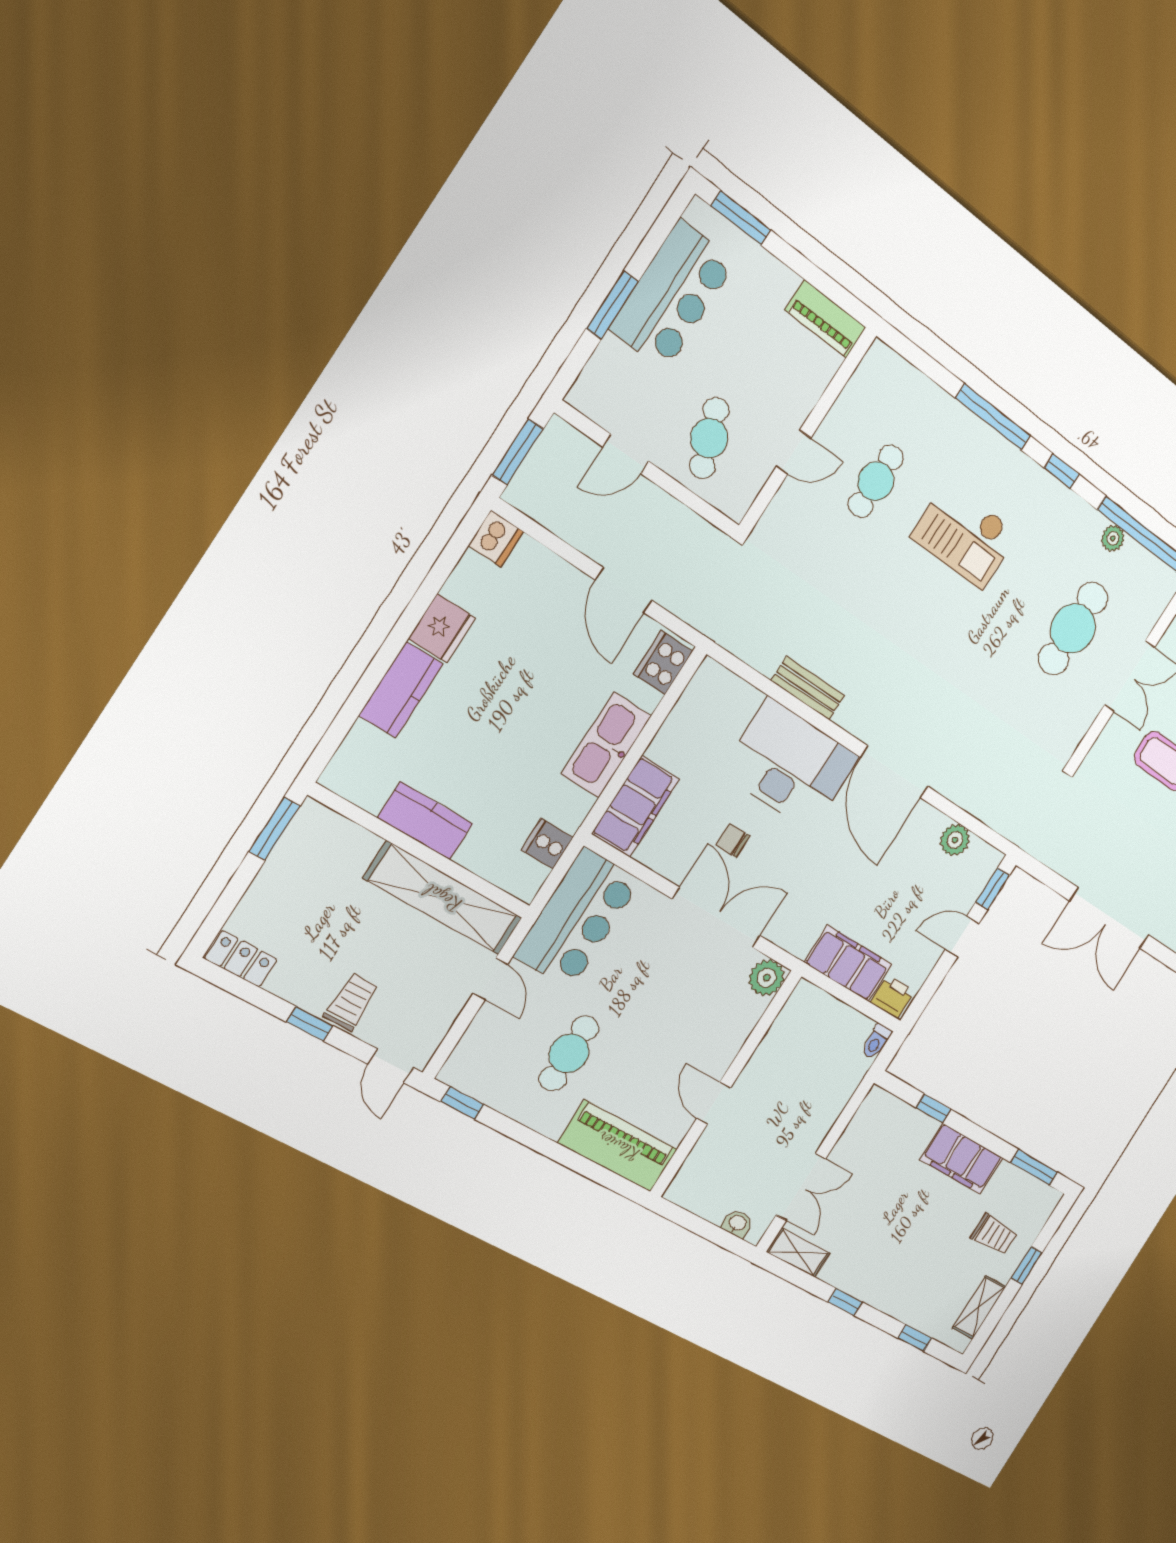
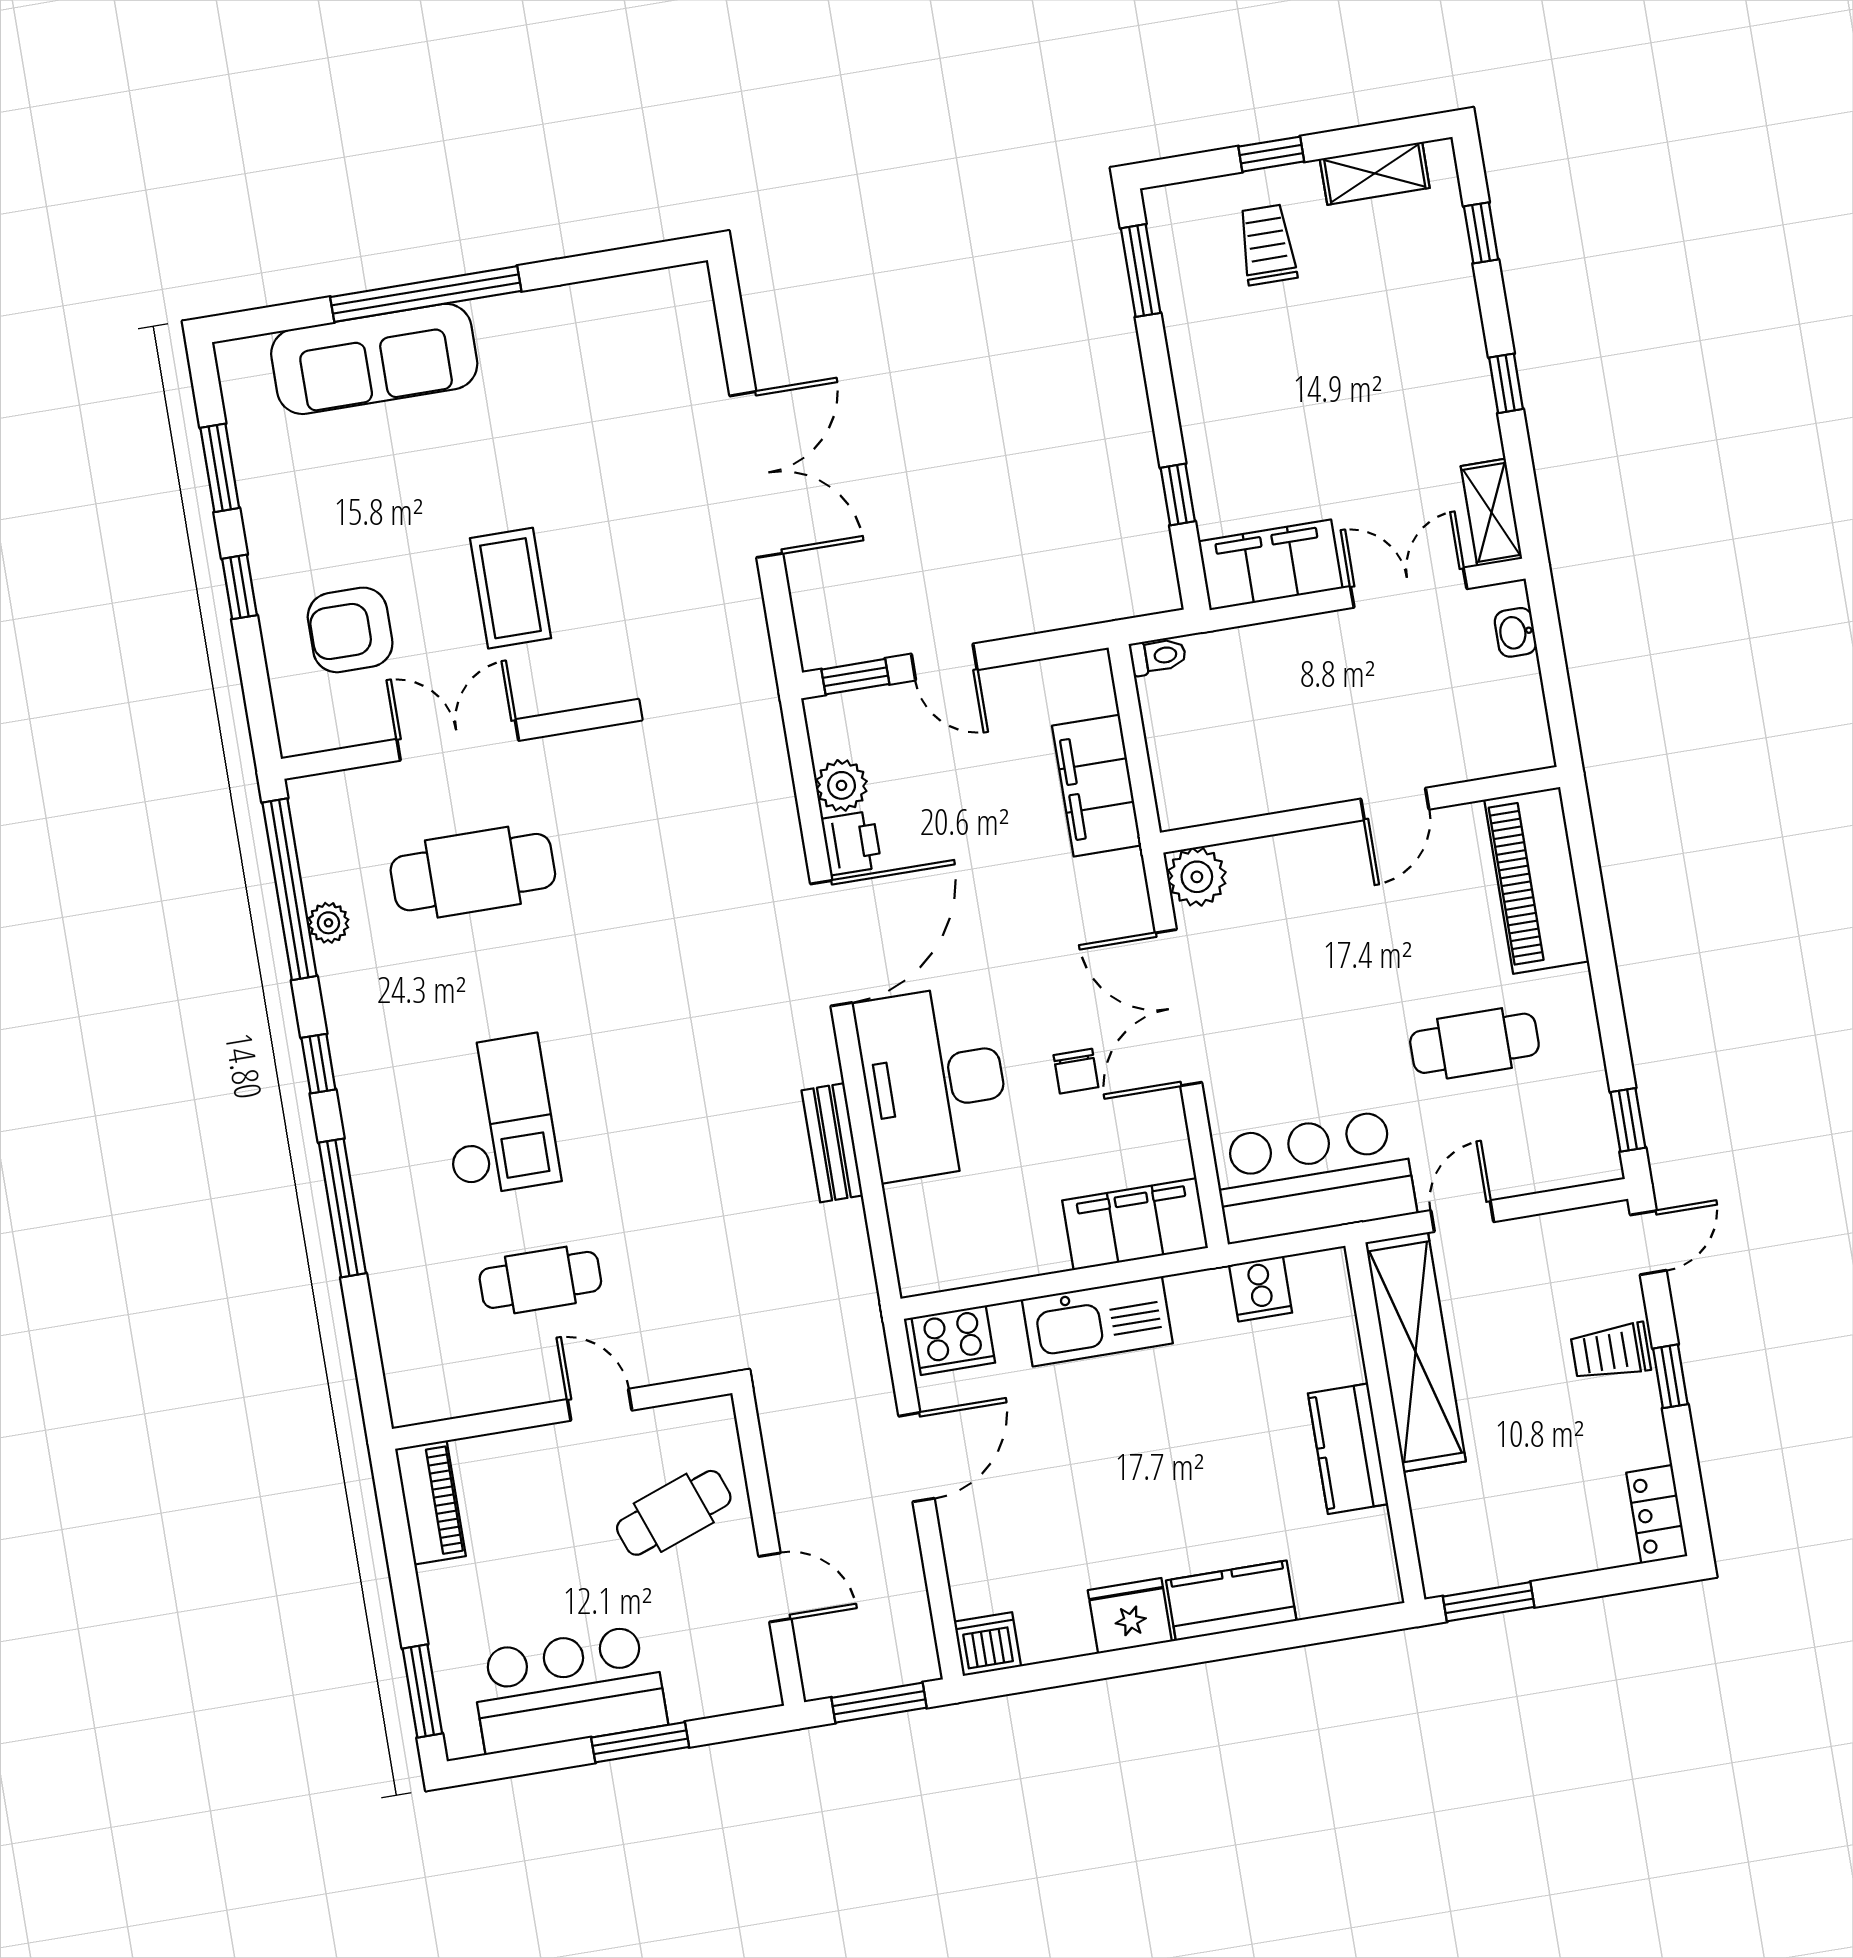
printer: (893, 997) -> (851, 843), moved, turned 180
filing cabinet: (961, 1159) -> (1270, 565), moved, turned -90

